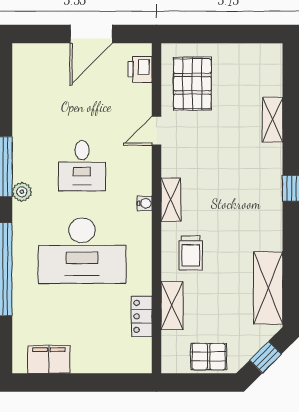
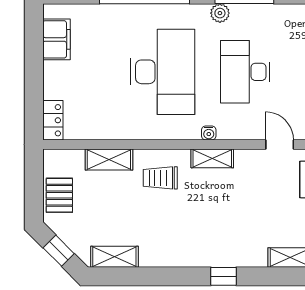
desk: (82, 166) -> (245, 72), width x1.37
desk: (82, 251) -> (163, 72), turned 180
shelving: (268, 288) -> (114, 257), width x0.67, depth x0.75
locker: (142, 316) -> (53, 120), moved, turned 90

